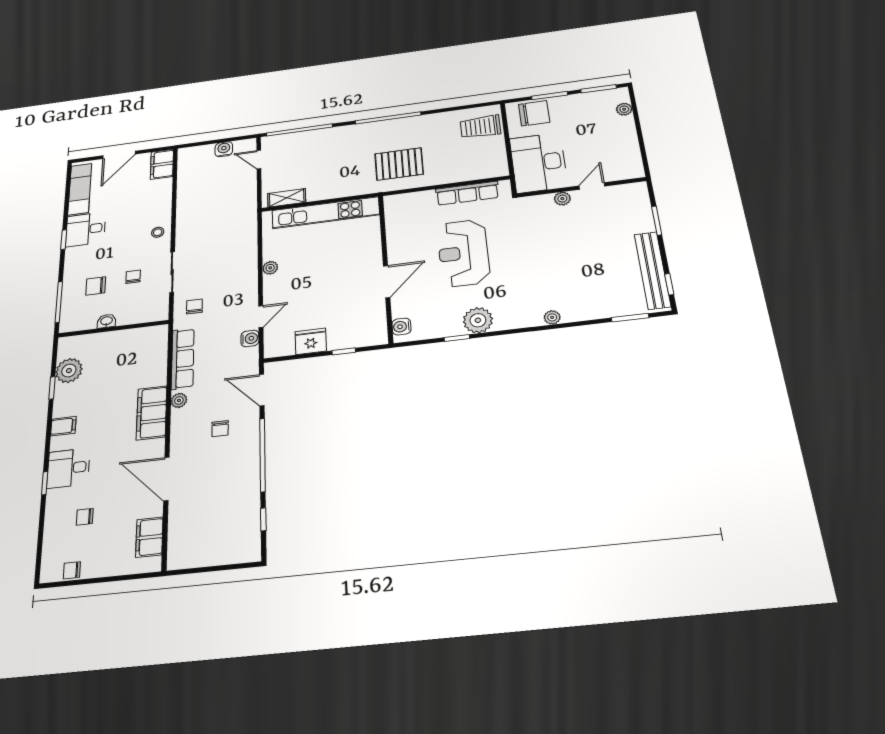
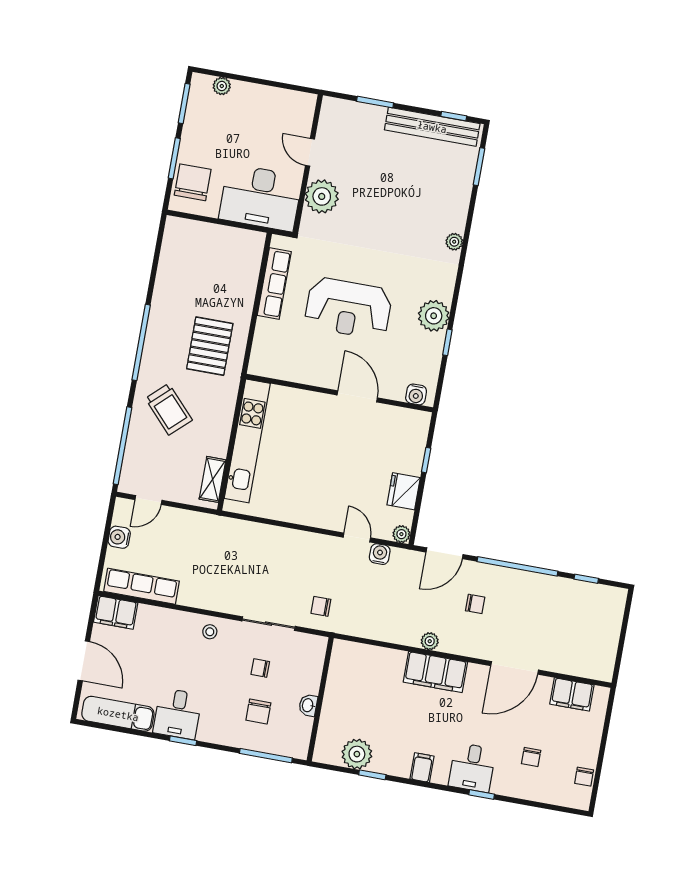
trolley: (480, 127) -> (169, 409), moved, turned -43
plant: (562, 199) -> (322, 196), width x1.88, depth x1.88
plant: (270, 268) -> (401, 534), moved
row of seats: (183, 359) -> (141, 586), moved

